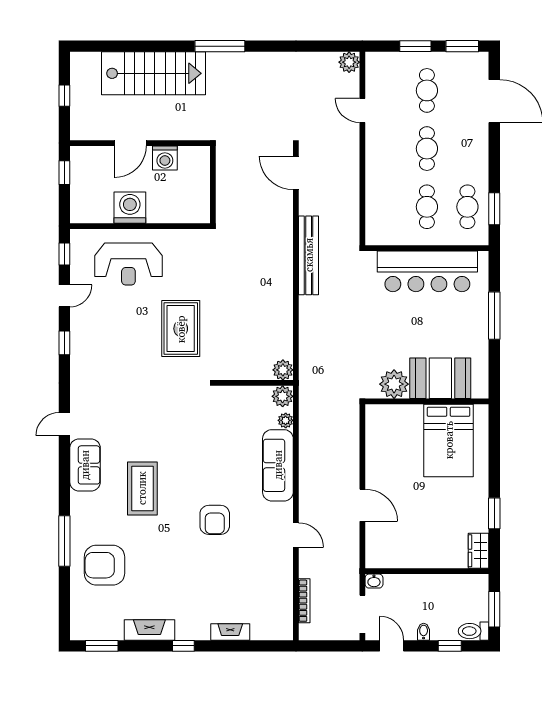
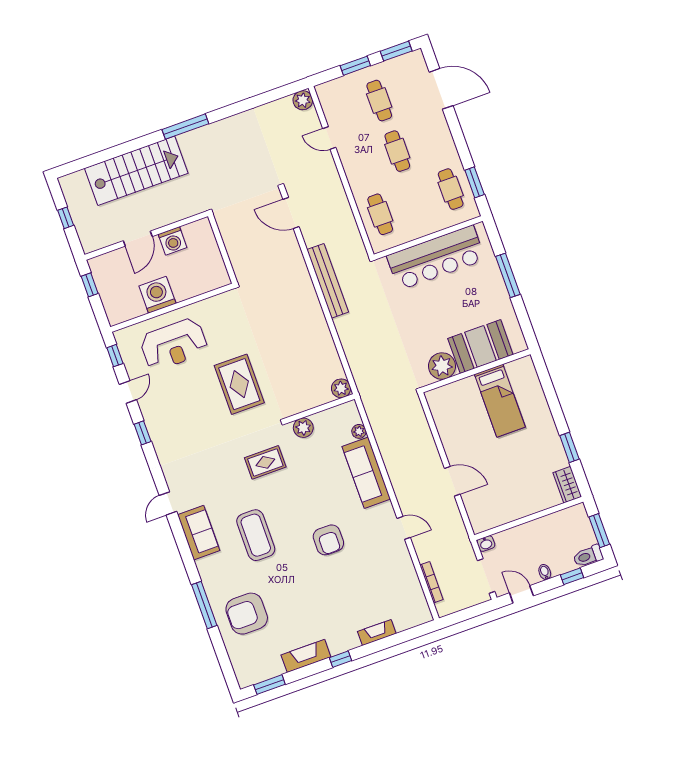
cafe table: (427, 207) -> (380, 214), moved
plant: (283, 396) -> (303, 428), moved
rug: (179, 418) -> (265, 462), added
bed: (449, 440) -> (500, 401), width x0.67

